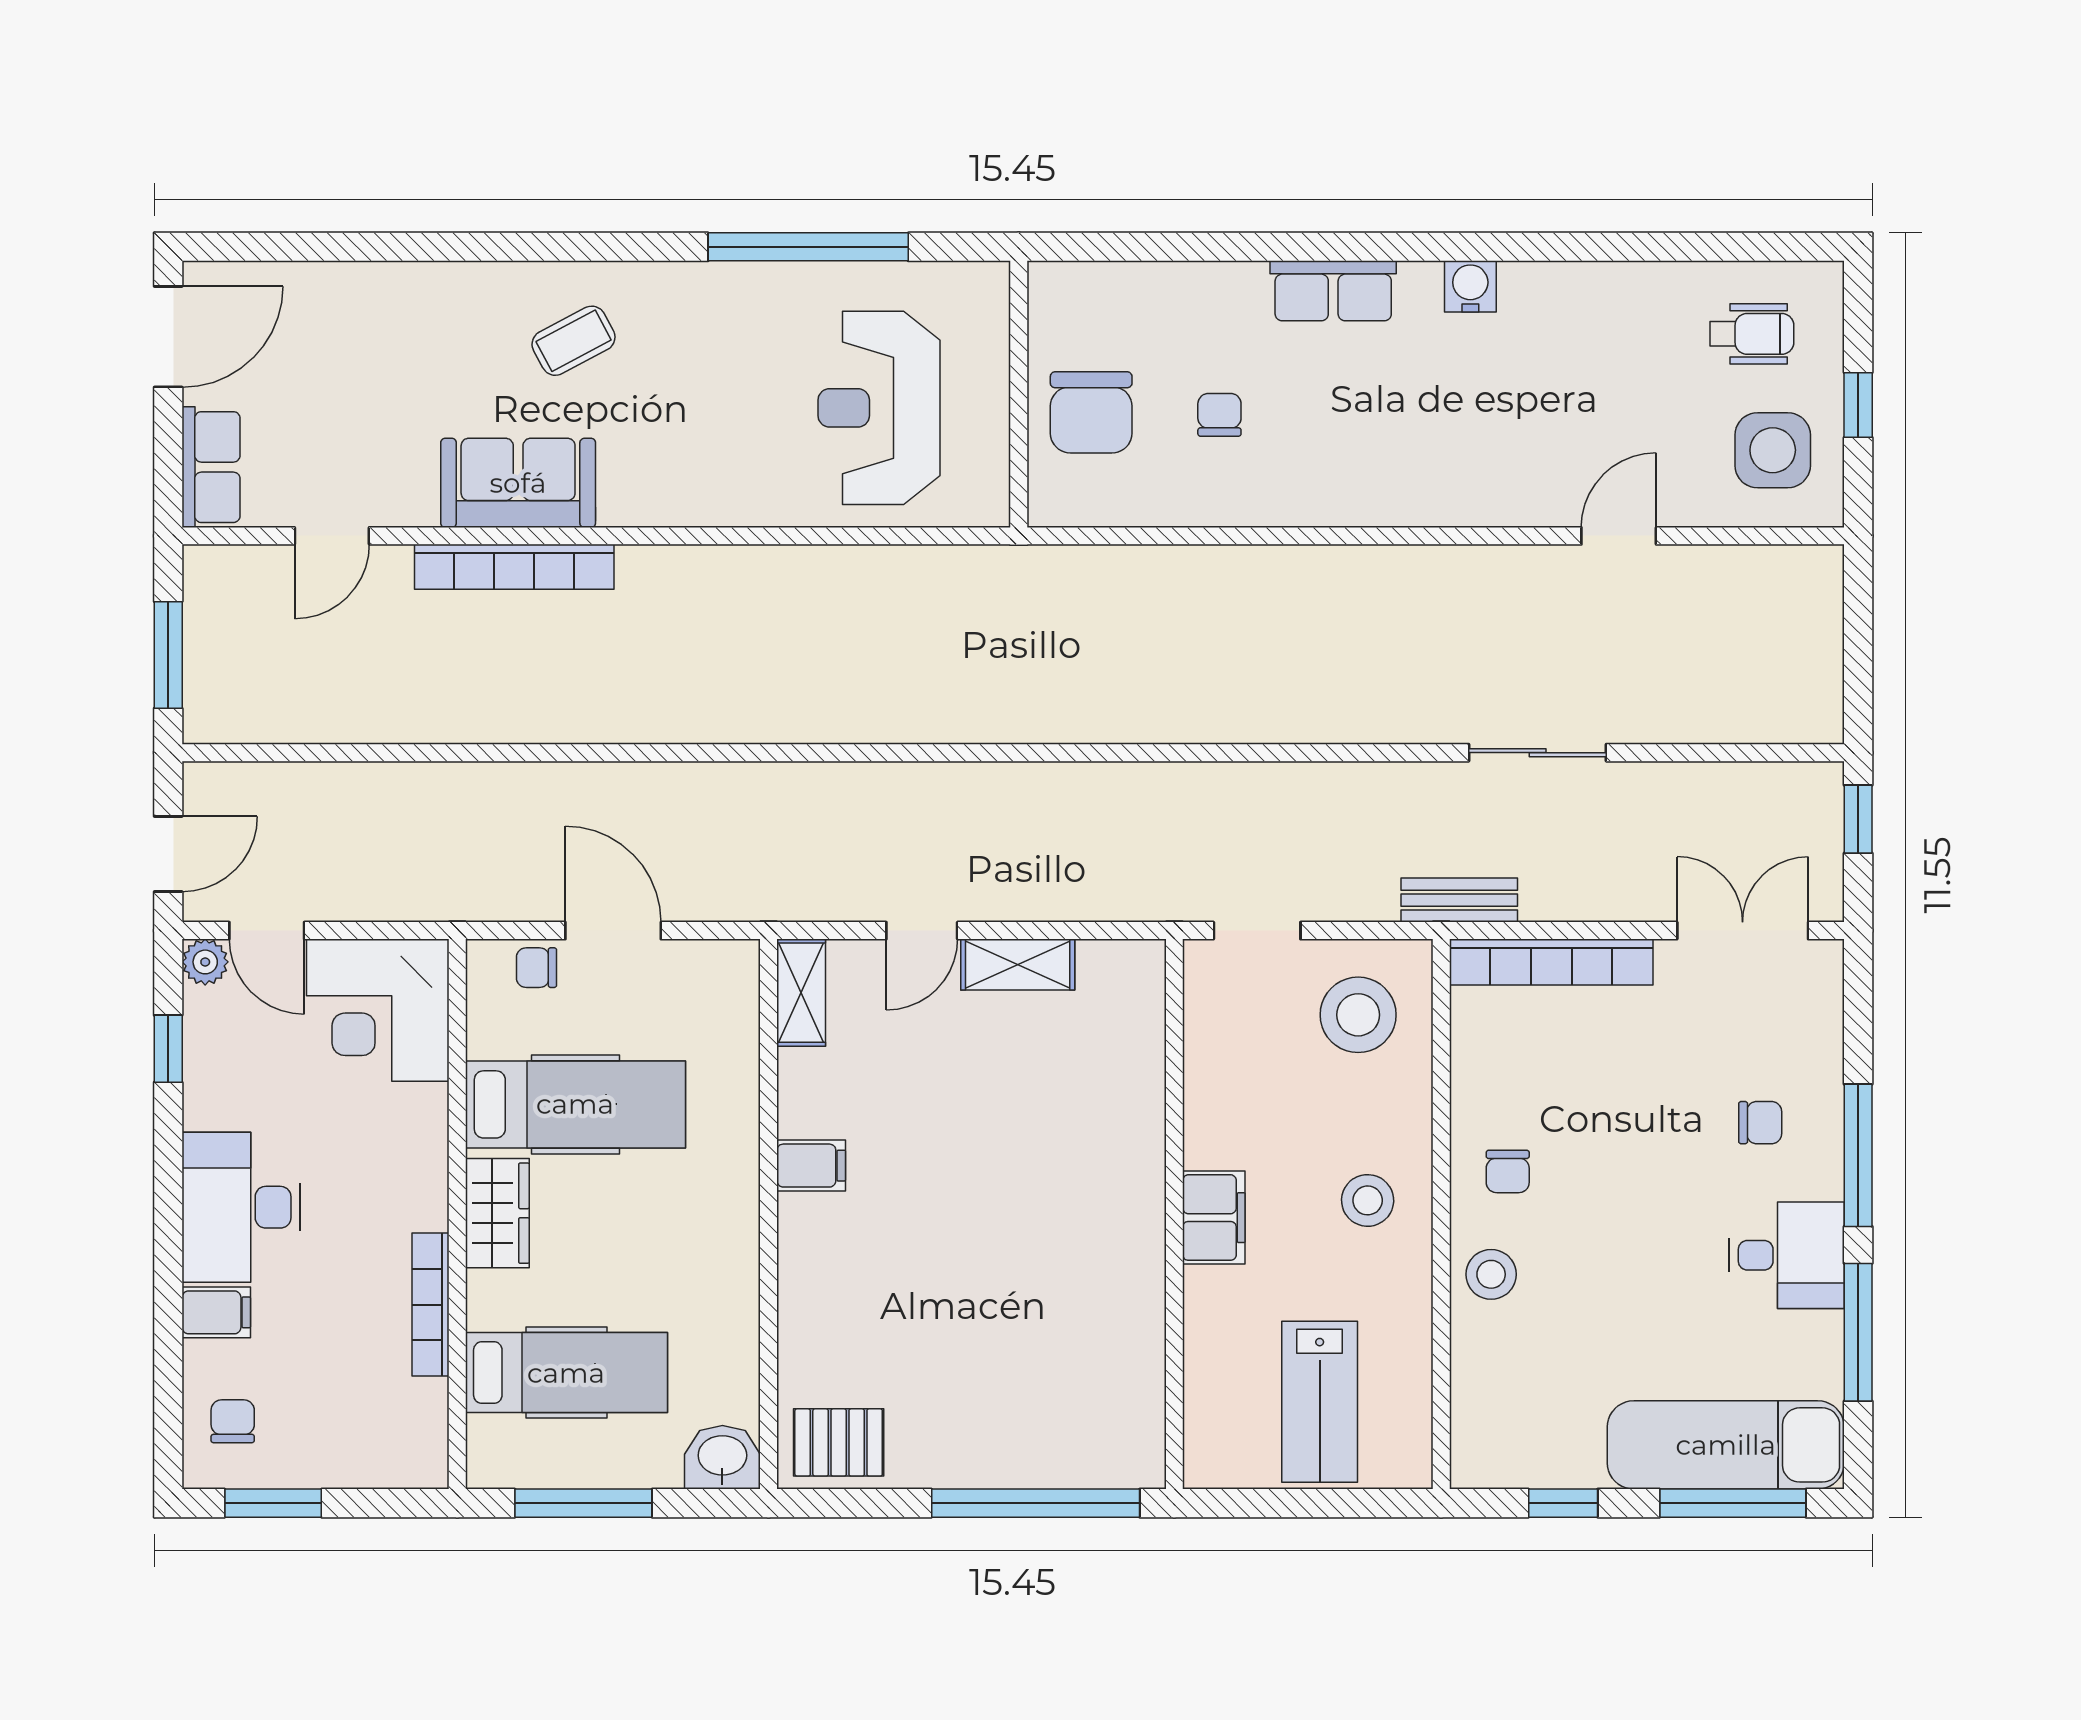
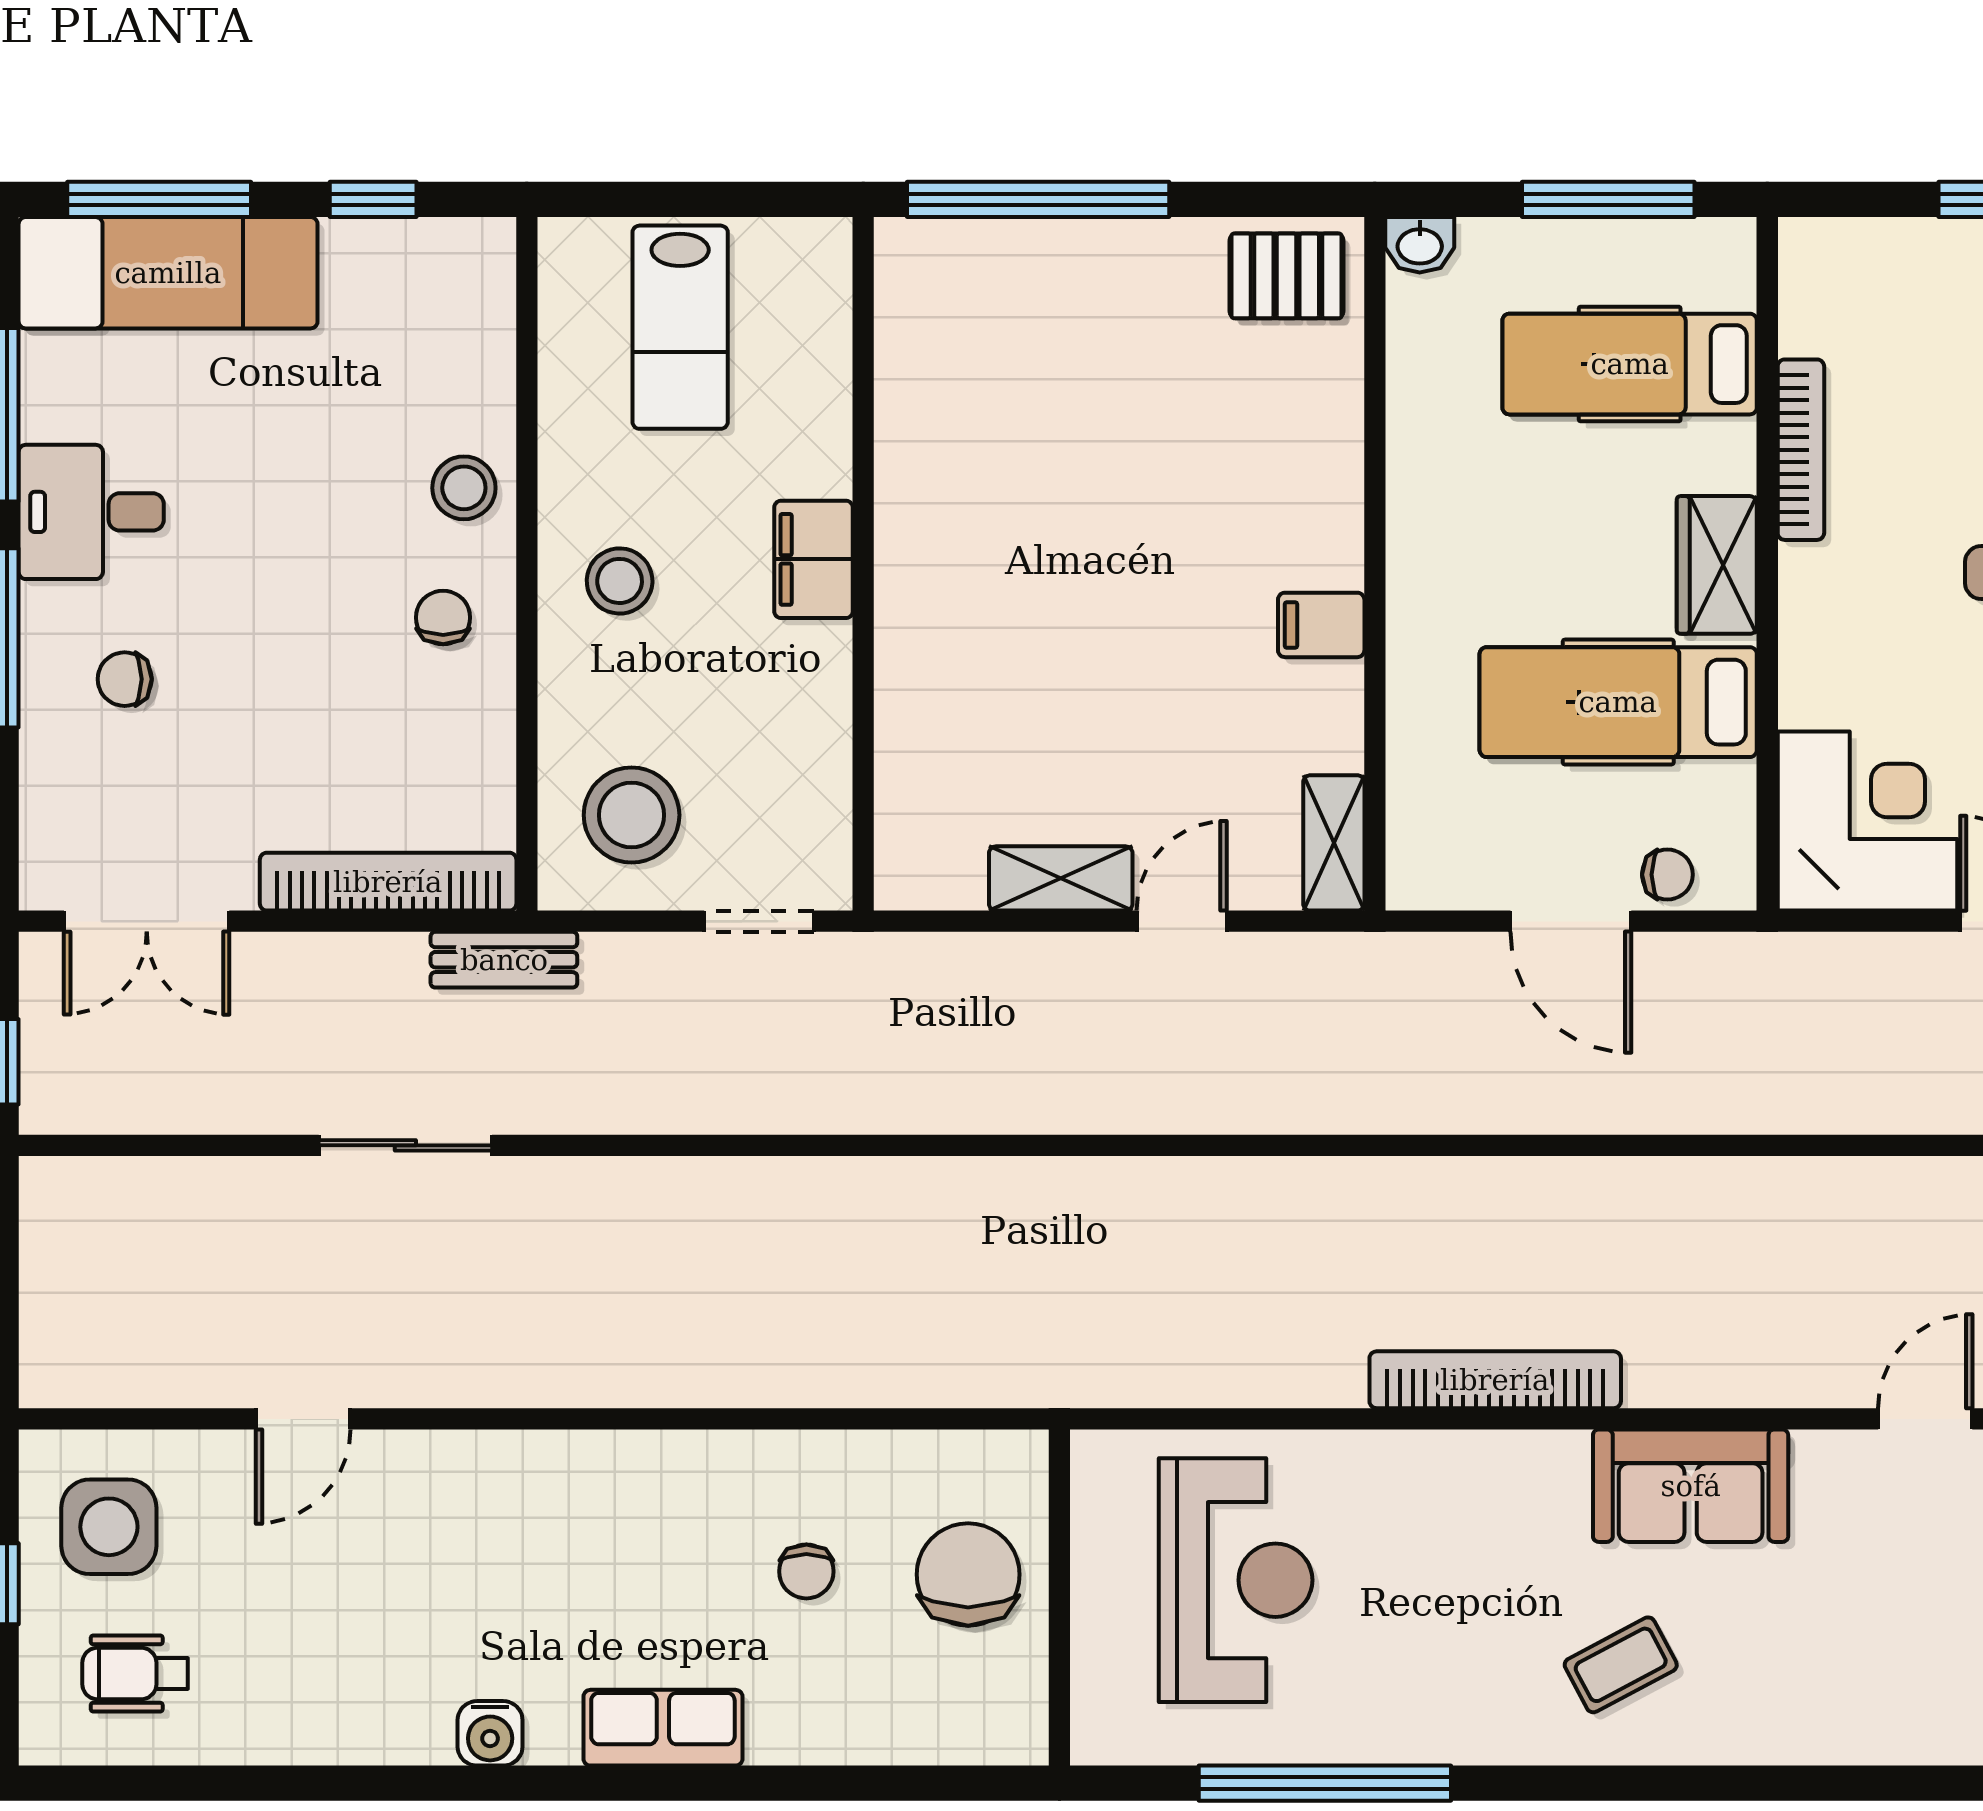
bookcase: (514, 567) -> (1495, 1380), moved
lab bench: (1320, 1402) -> (680, 327), turned 180
washbasin: (722, 1457) -> (1420, 245), width x0.72, depth x0.69

